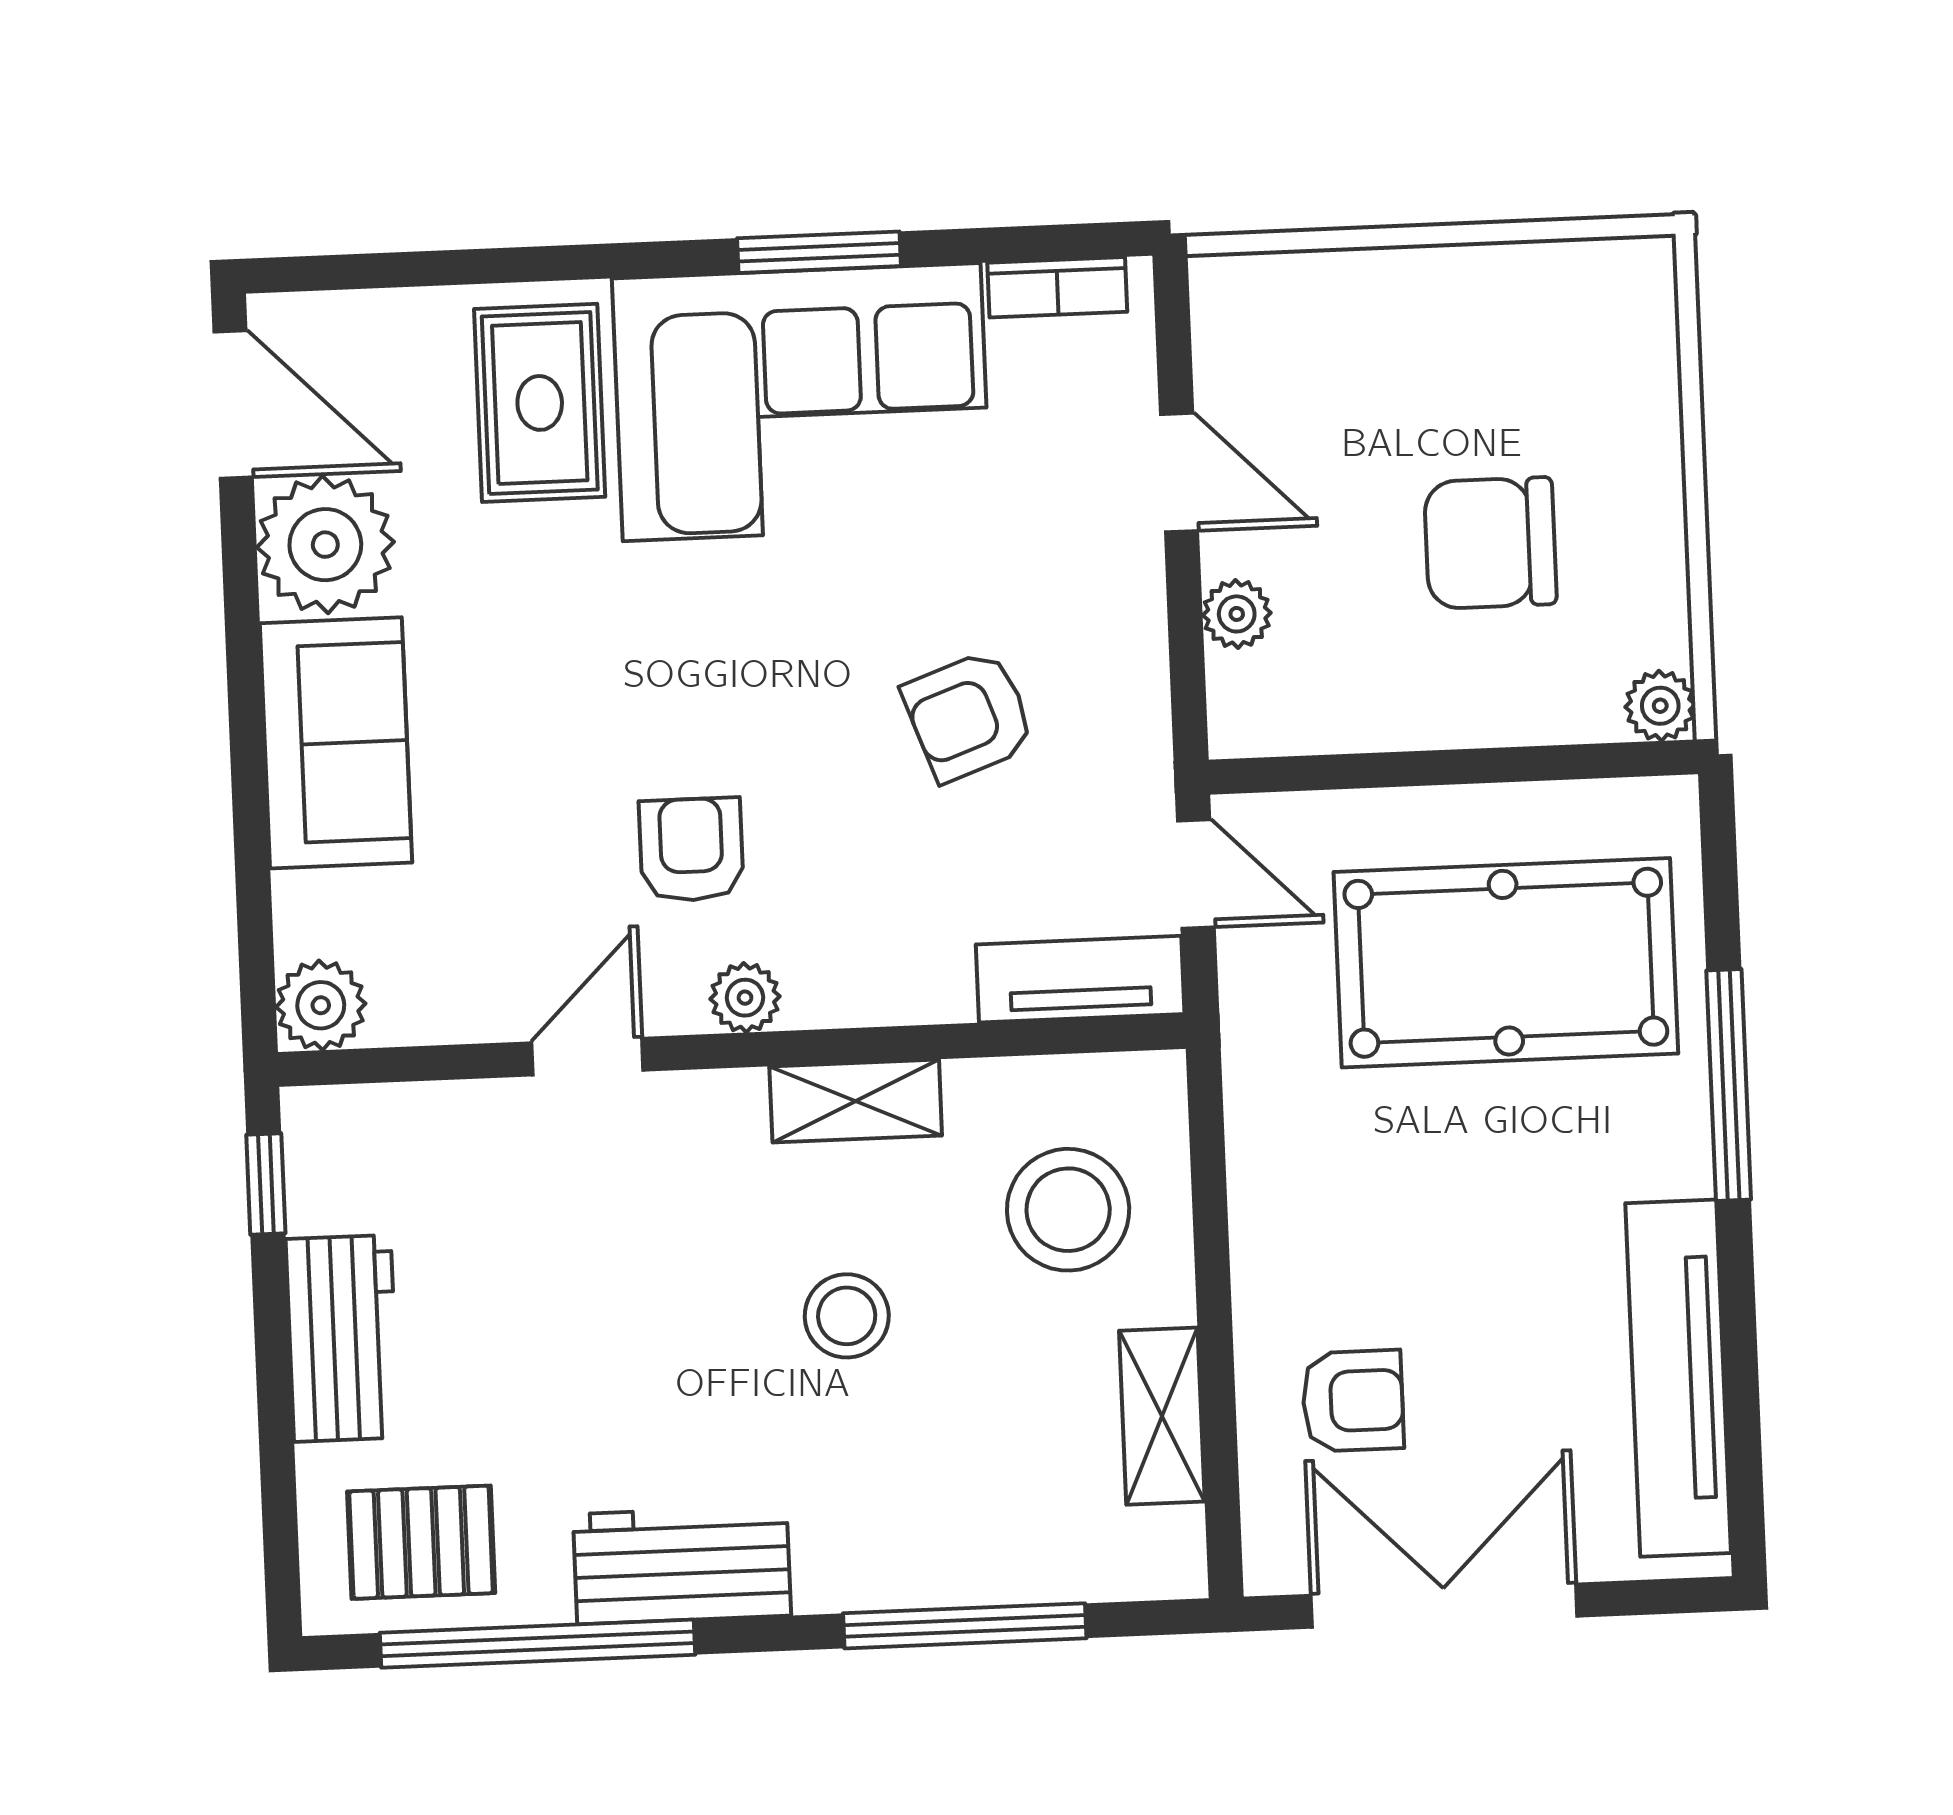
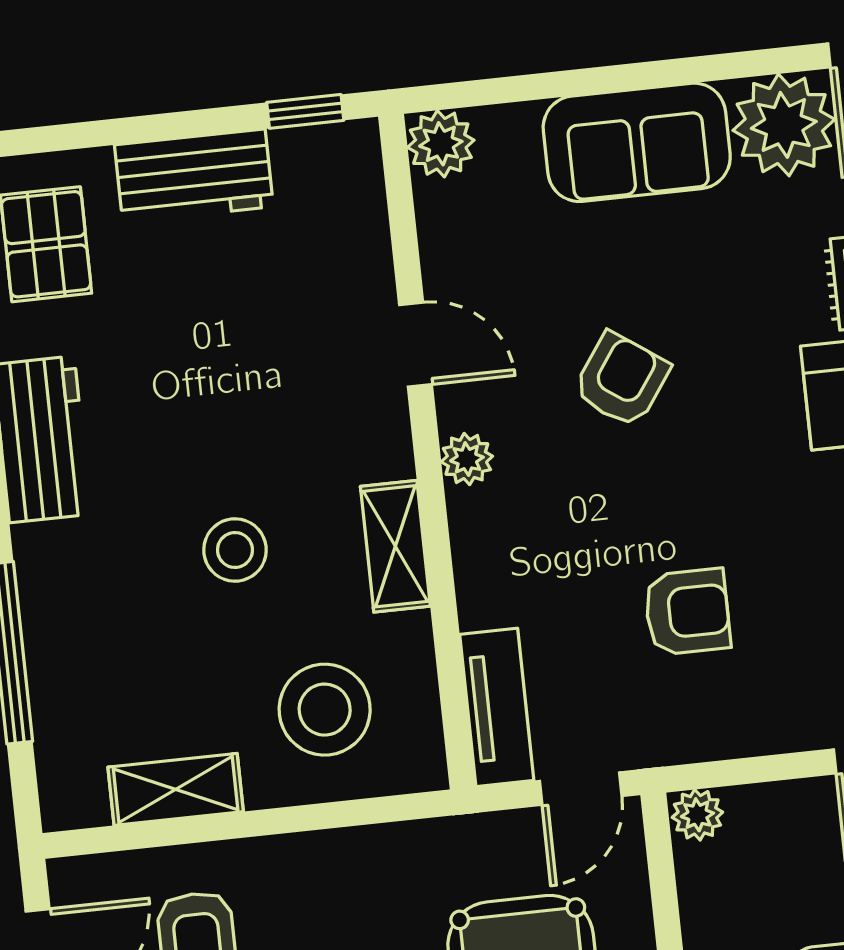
plant: (1237, 614) -> (697, 815), moved
armchair: (969, 716) -> (687, 612), turned 110
armchair: (691, 850) -> (621, 380), moved, turned -55

